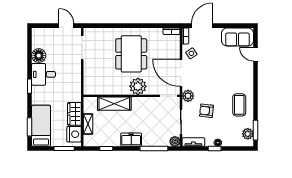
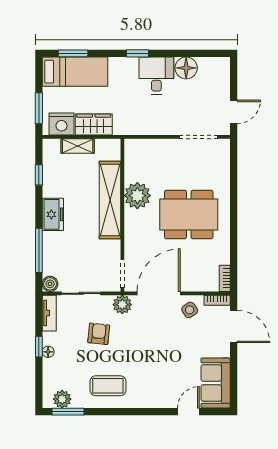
plant: (138, 86) -> (137, 196), moved
shelving: (114, 104) -> (110, 200), width x1.47

